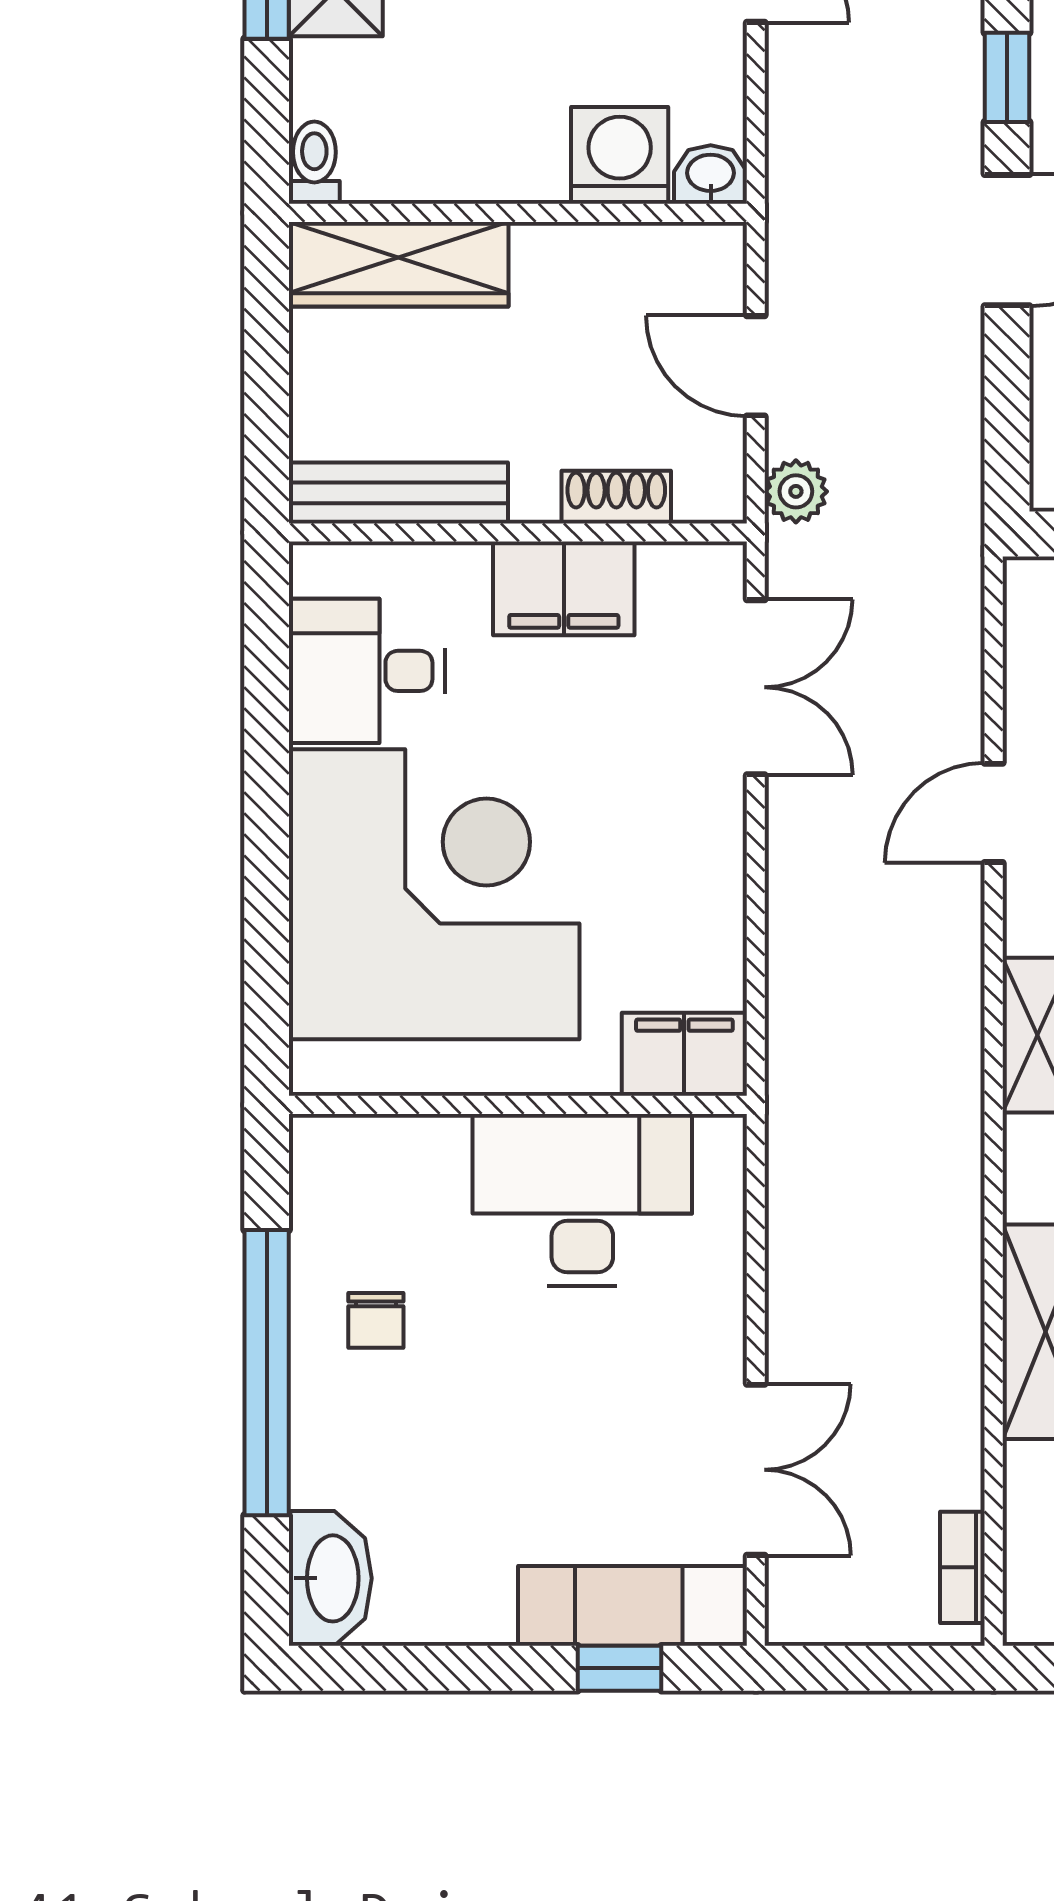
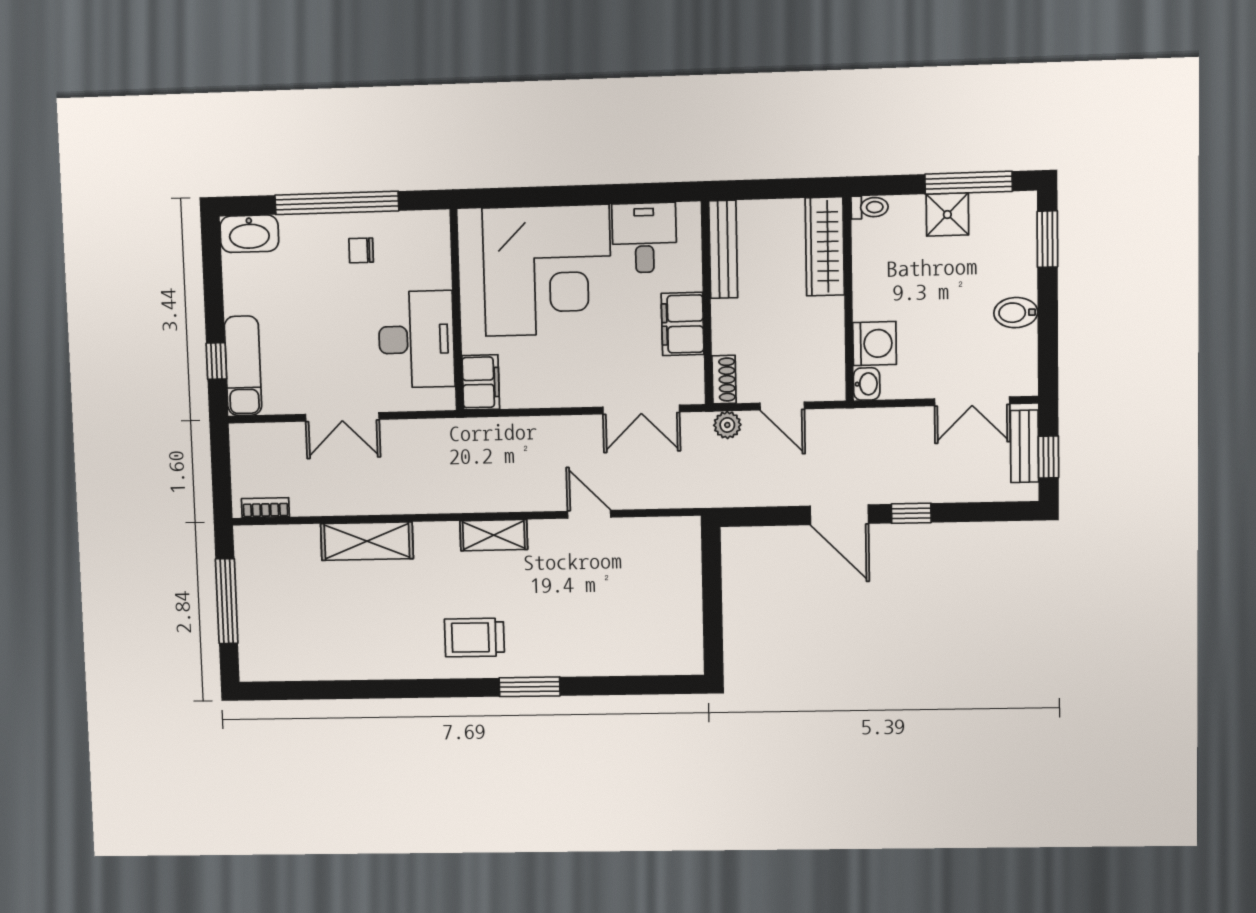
door: (756, 366) -> (782, 406), swing flipped
shoe rack: (616, 497) -> (724, 380), moved
double door: (756, 1470) -> (342, 417), moved

